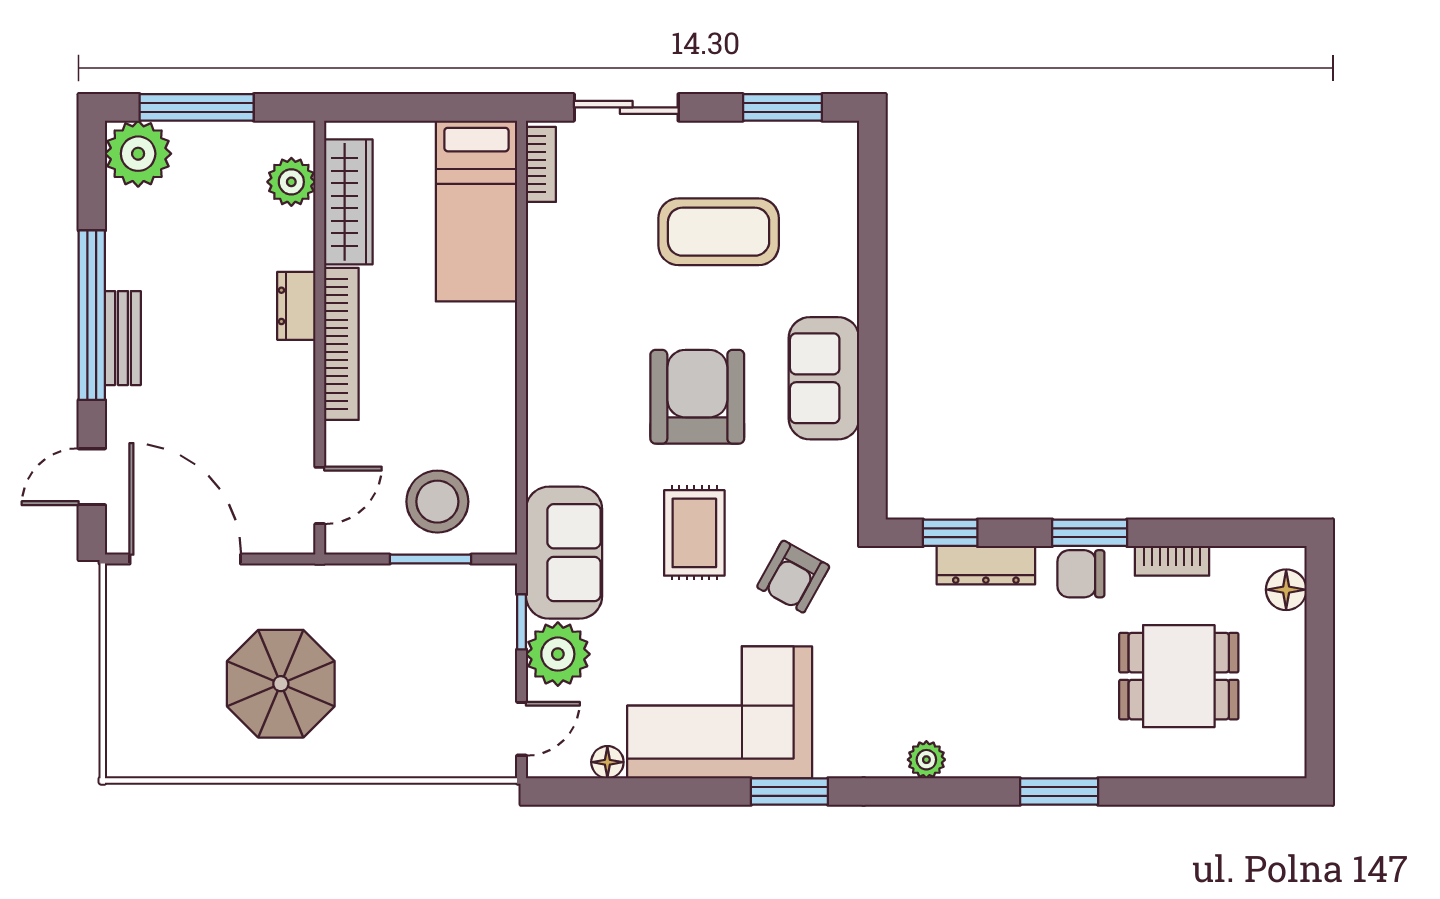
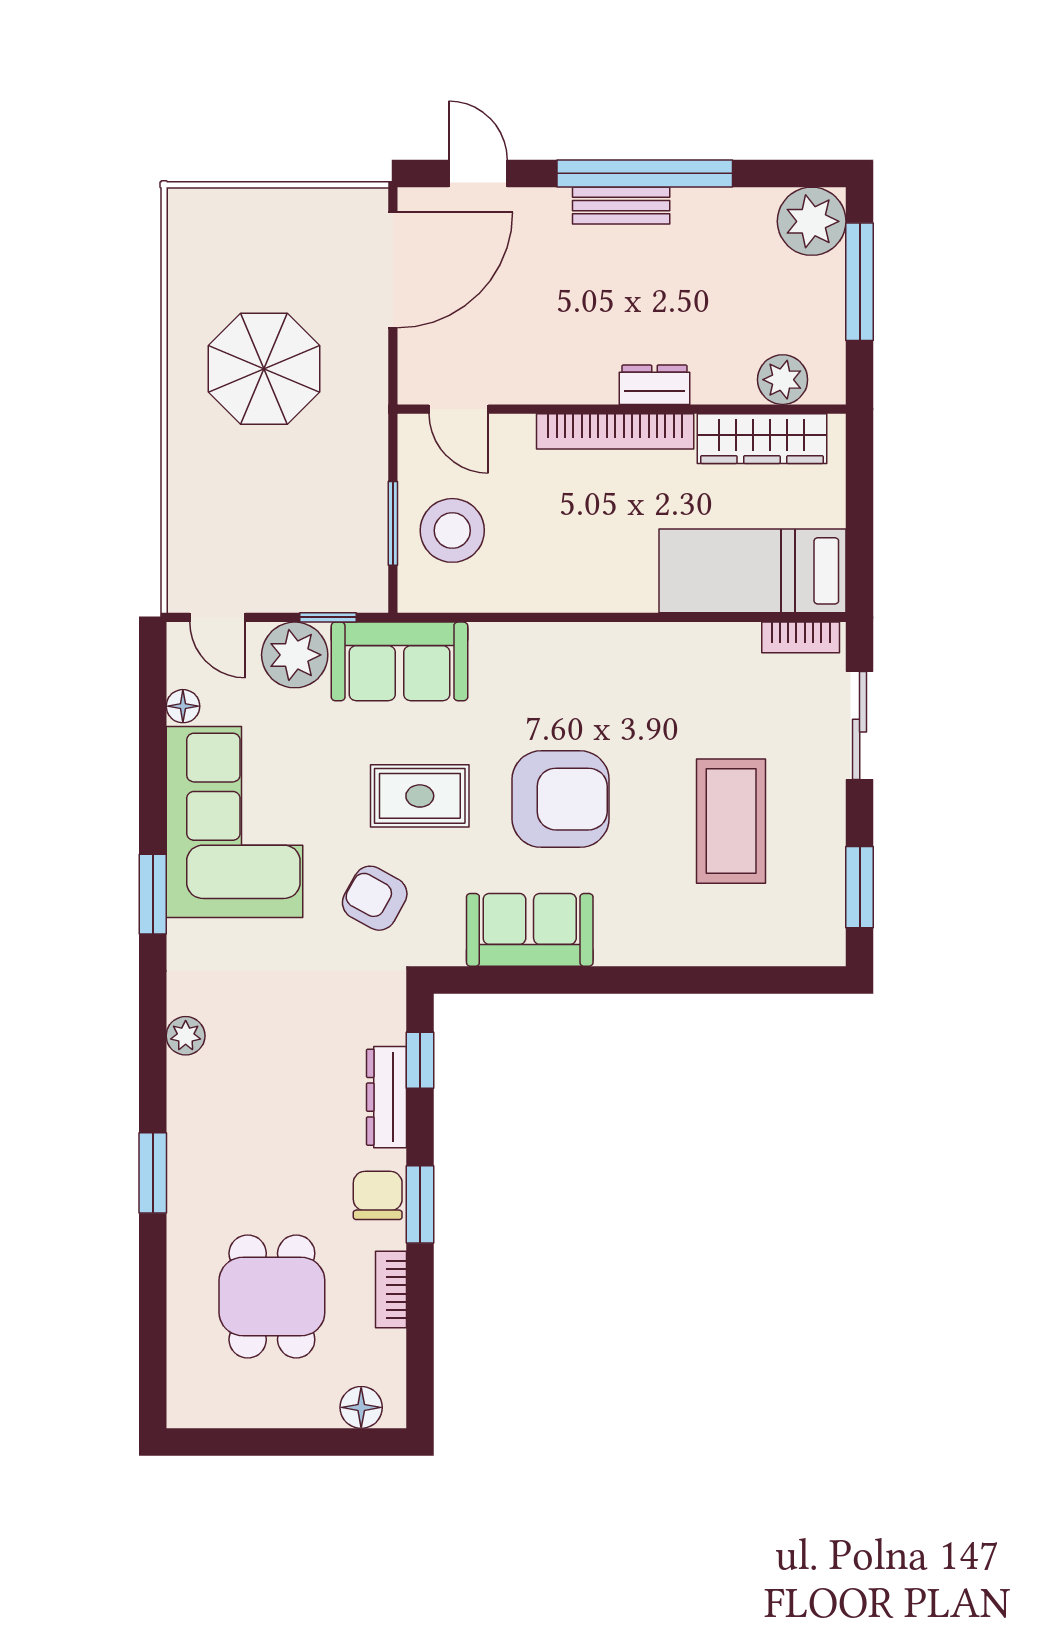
sofa: (824, 378) -> (530, 930), moved

